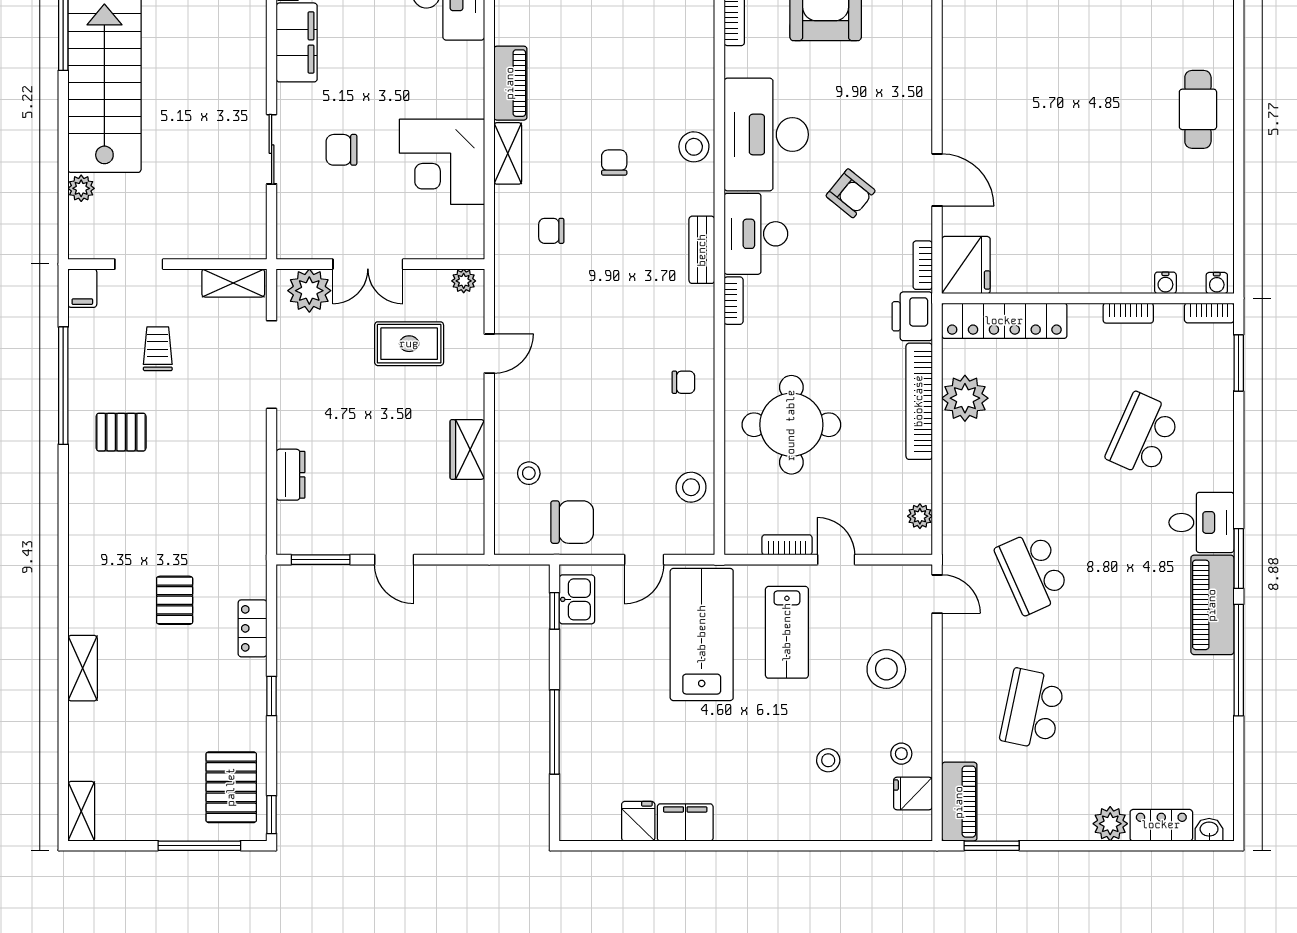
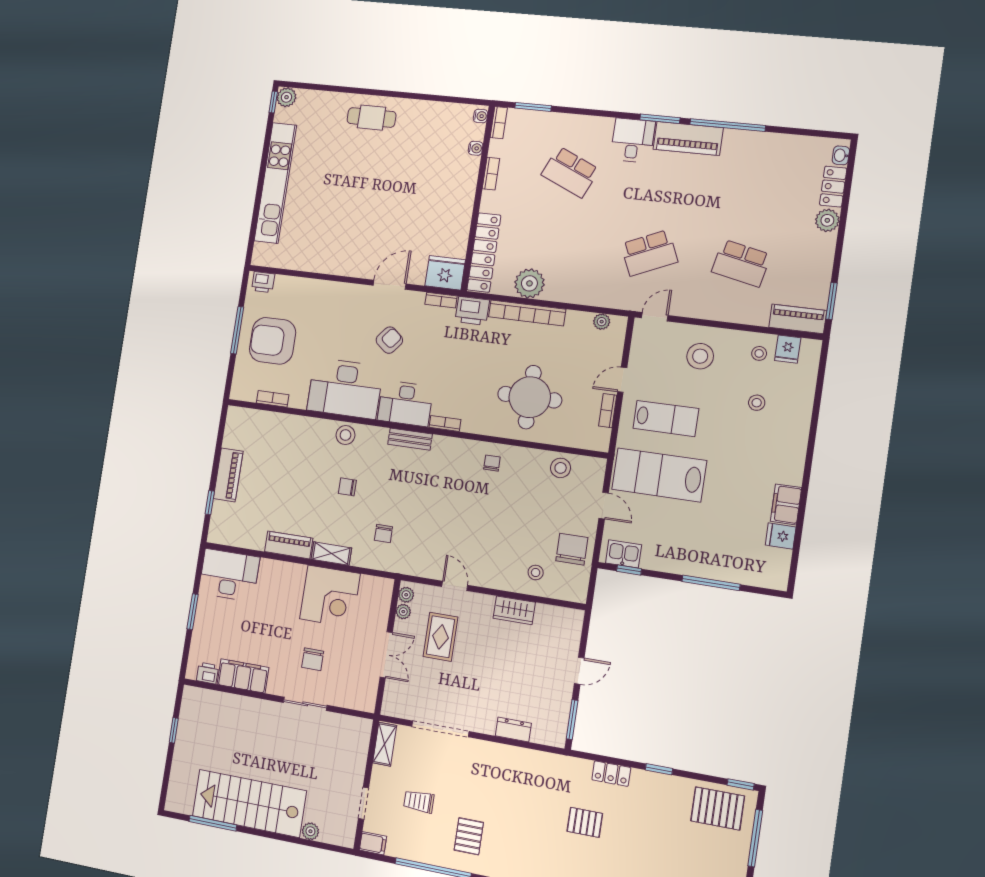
plant: (309, 291) -> (403, 612), moved, width x0.53, depth x0.53

